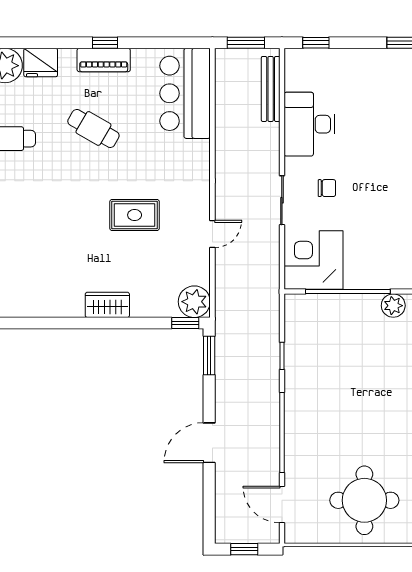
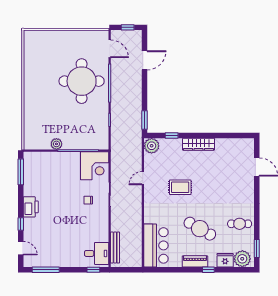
window: (105, 43) -> (208, 270), moved
window: (246, 43) -> (127, 270), removed
desk: (309, 124) -> (97, 253), moved, width x0.73
cafe table: (93, 128) -> (200, 229), width x1.37, depth x1.35
wardrobe: (107, 305) -> (198, 144), width x1.50
window: (185, 323) -> (172, 136), moved
door: (209, 443) -> (145, 60), moved
round table: (364, 500) -> (82, 81), moved, width x1.36, depth x1.36

